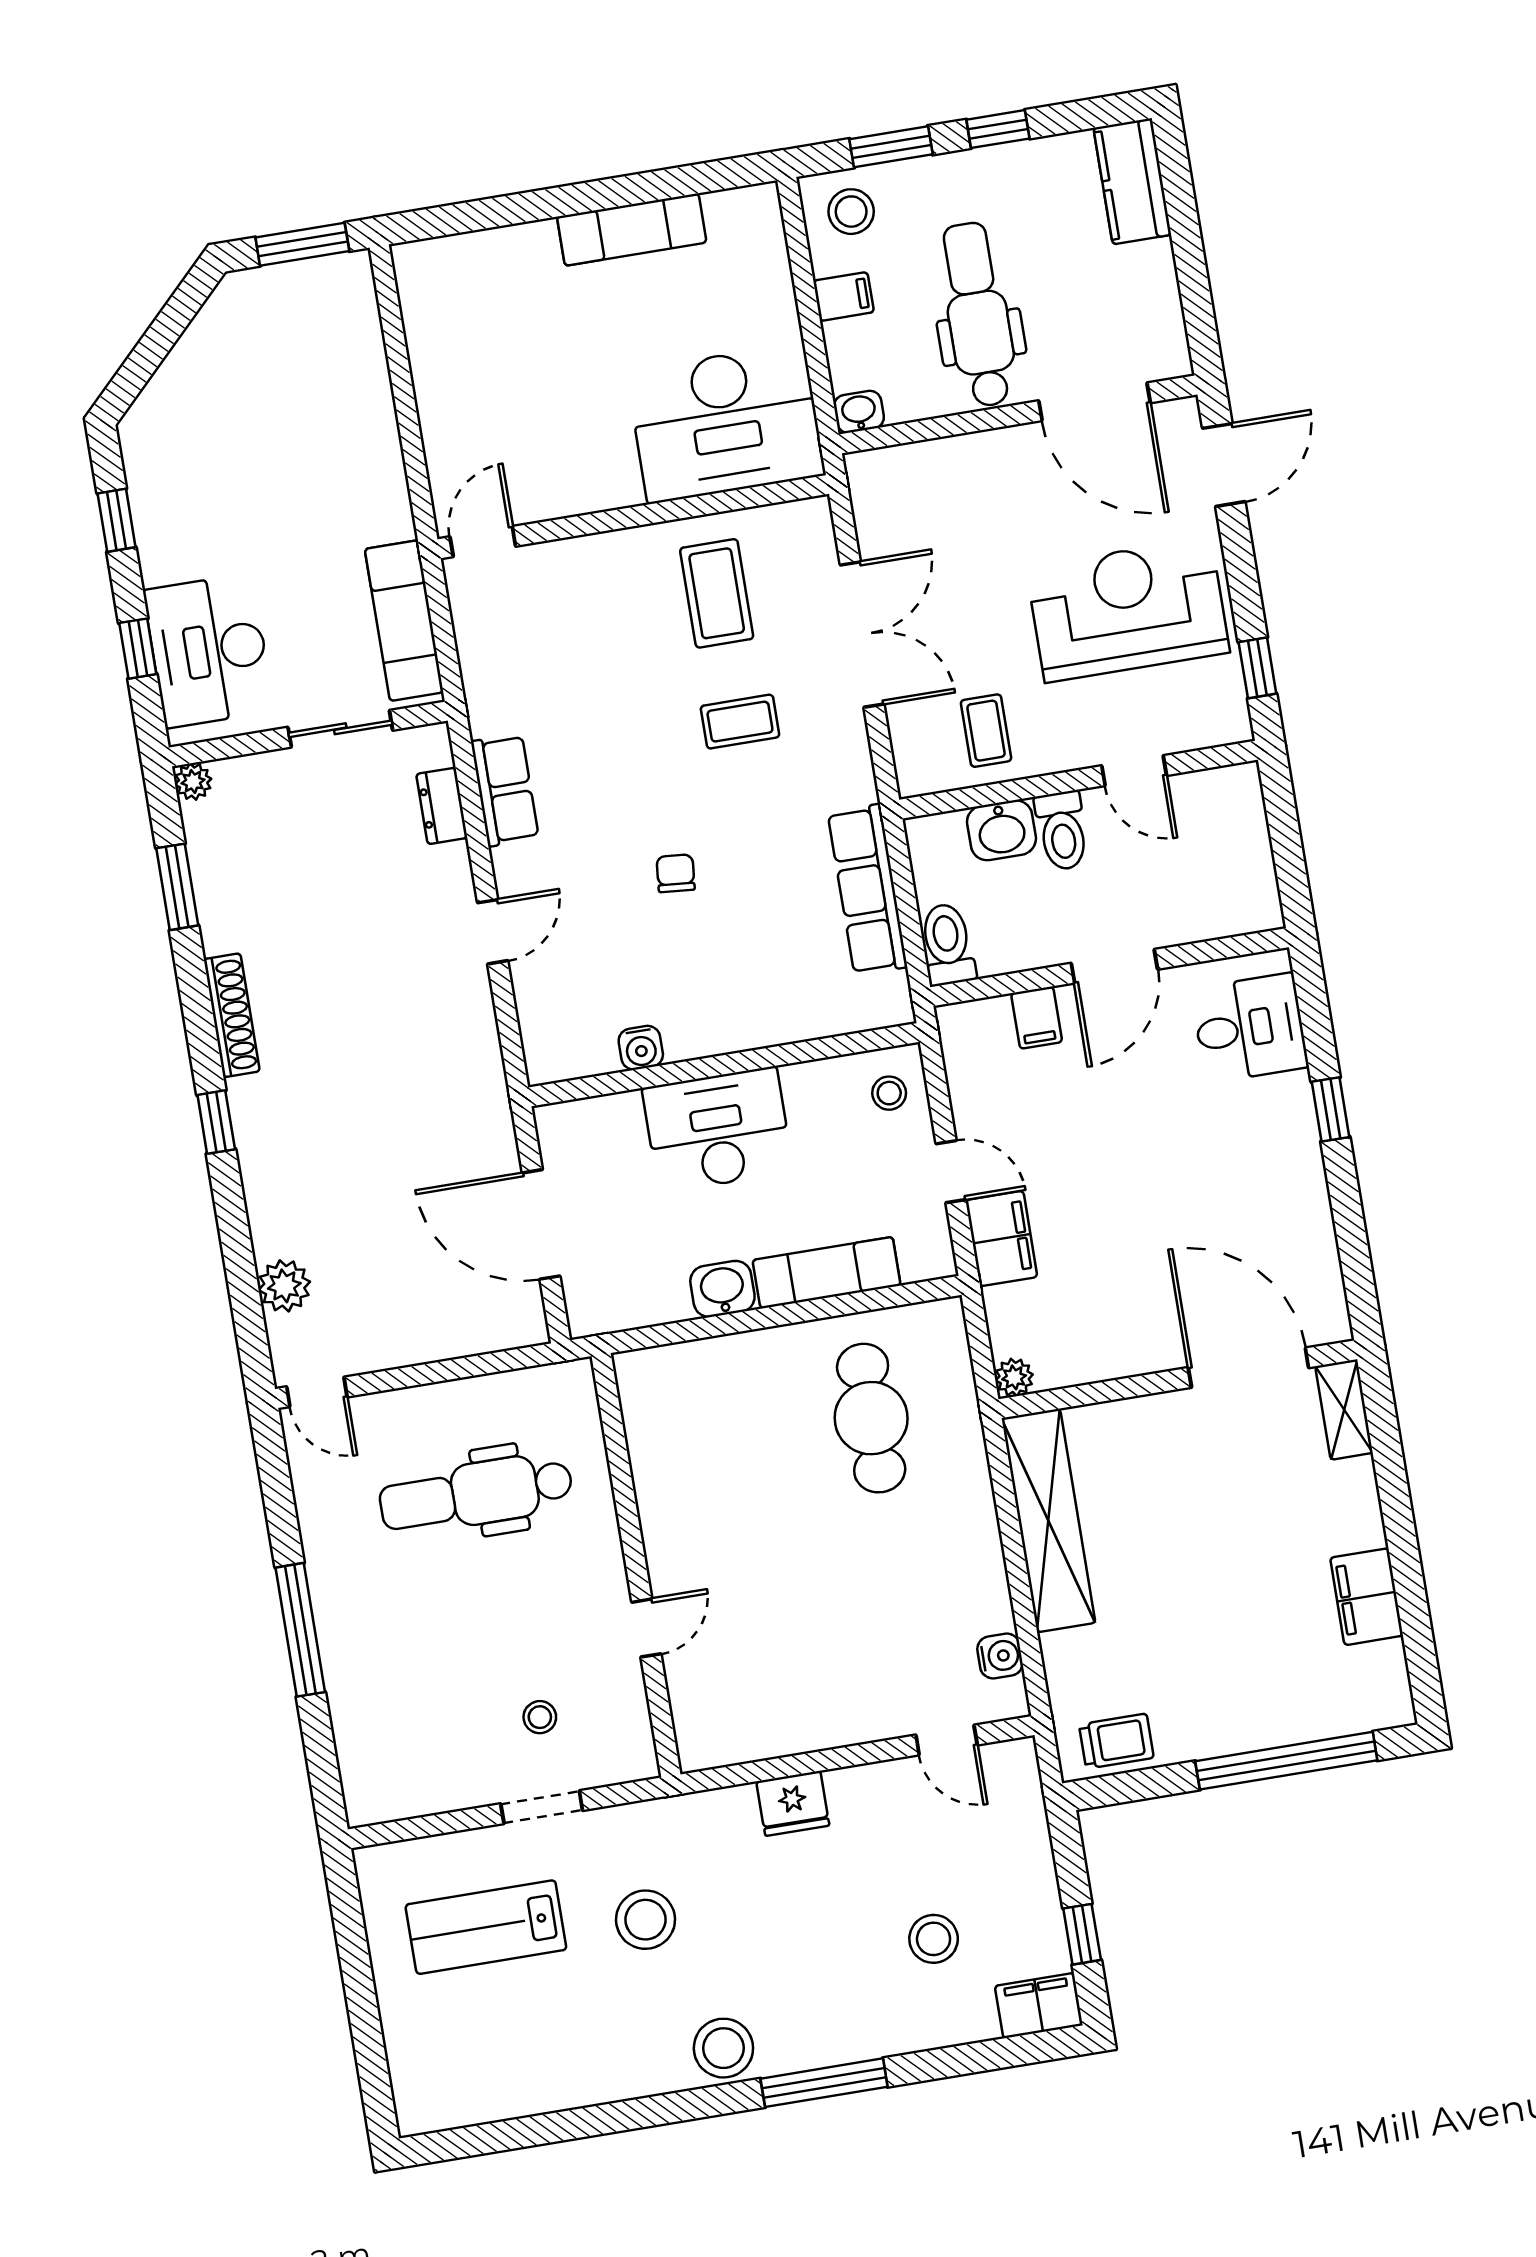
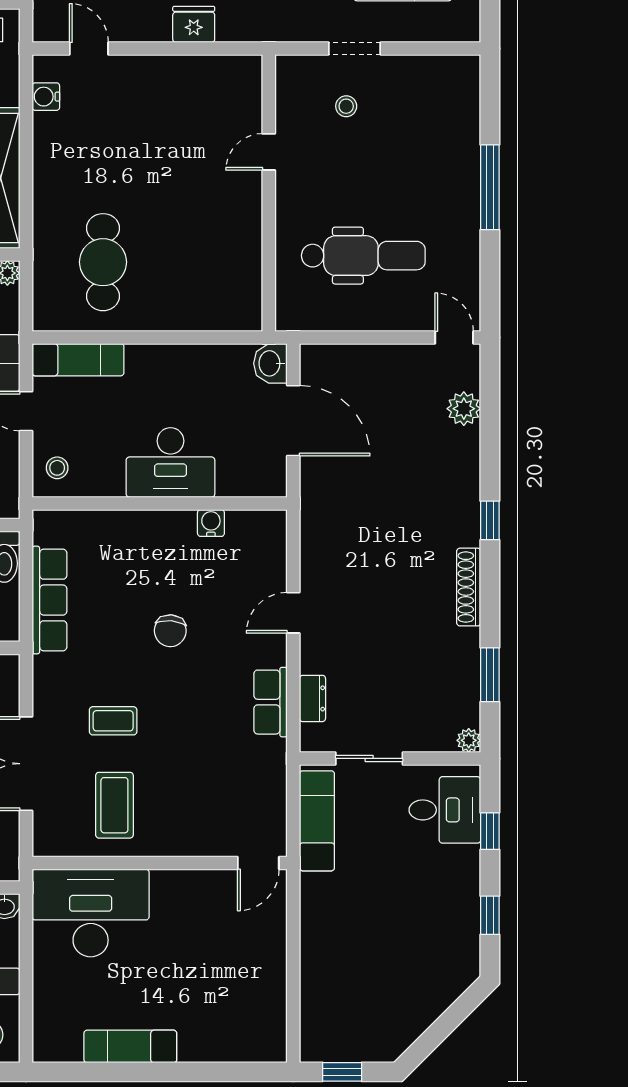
window: (302, 244) -> (342, 1072), width x0.67
desk: (209, 651) -> (445, 810), width x0.73
chair: (676, 873) -> (170, 631), width x1.37, depth x1.37
exam couch: (827, 1273) -> (78, 360), moved
washbasin: (722, 1289) -> (270, 363), moved, turned 90

